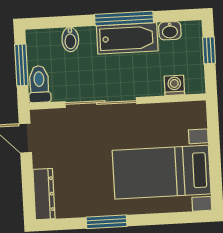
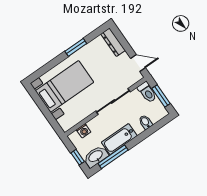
window: (124, 19) -> (113, 157), moved
washbasin: (170, 31) -> (96, 156), width x1.91, depth x1.45

